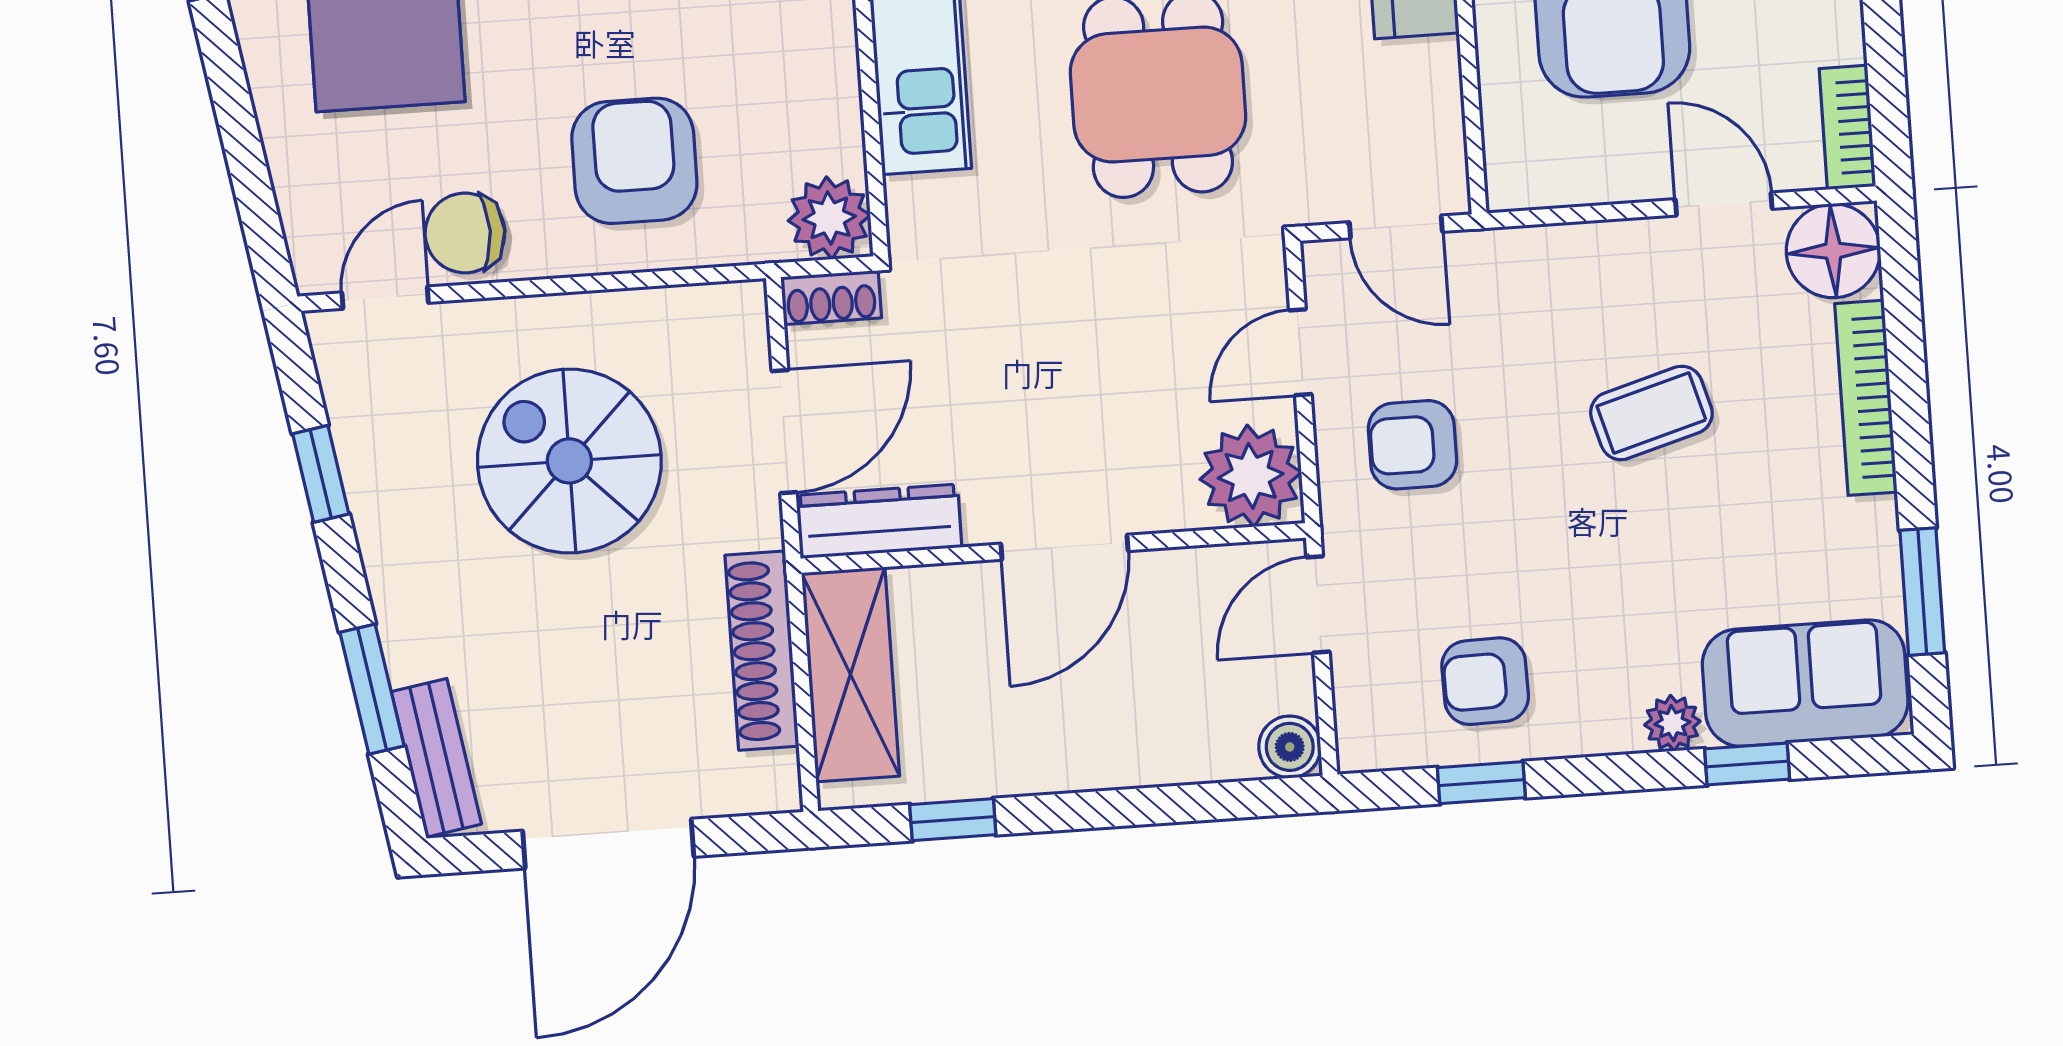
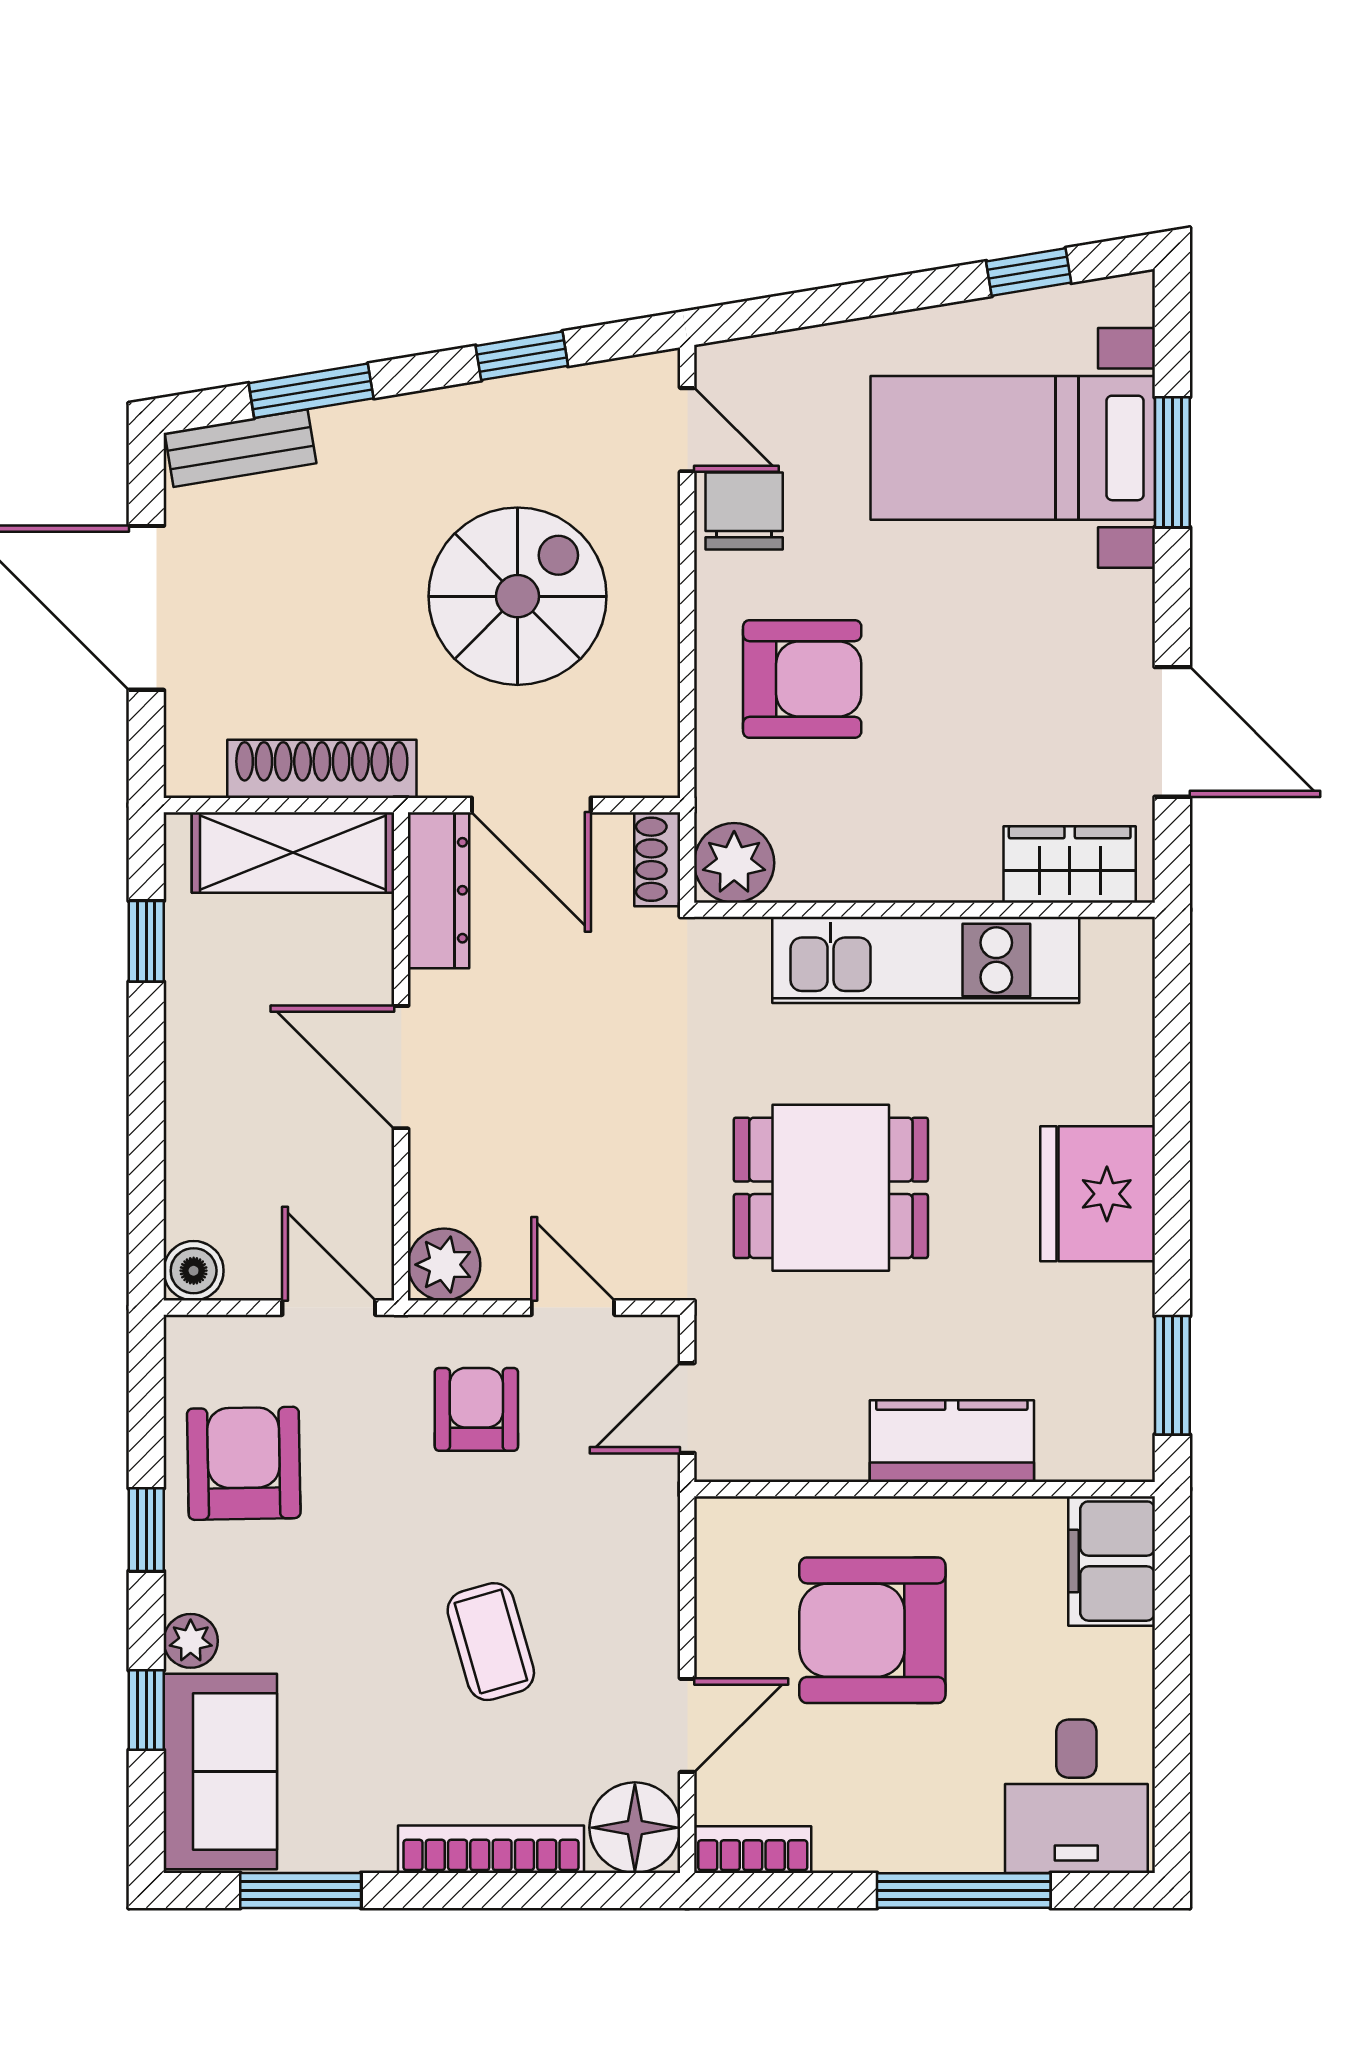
plant: (1251, 476) -> (444, 1265), width x0.73, depth x0.73
armchair: (1485, 681) -> (244, 1463), width x1.38, depth x1.38
window: (1481, 783) -> (146, 1530), moved

